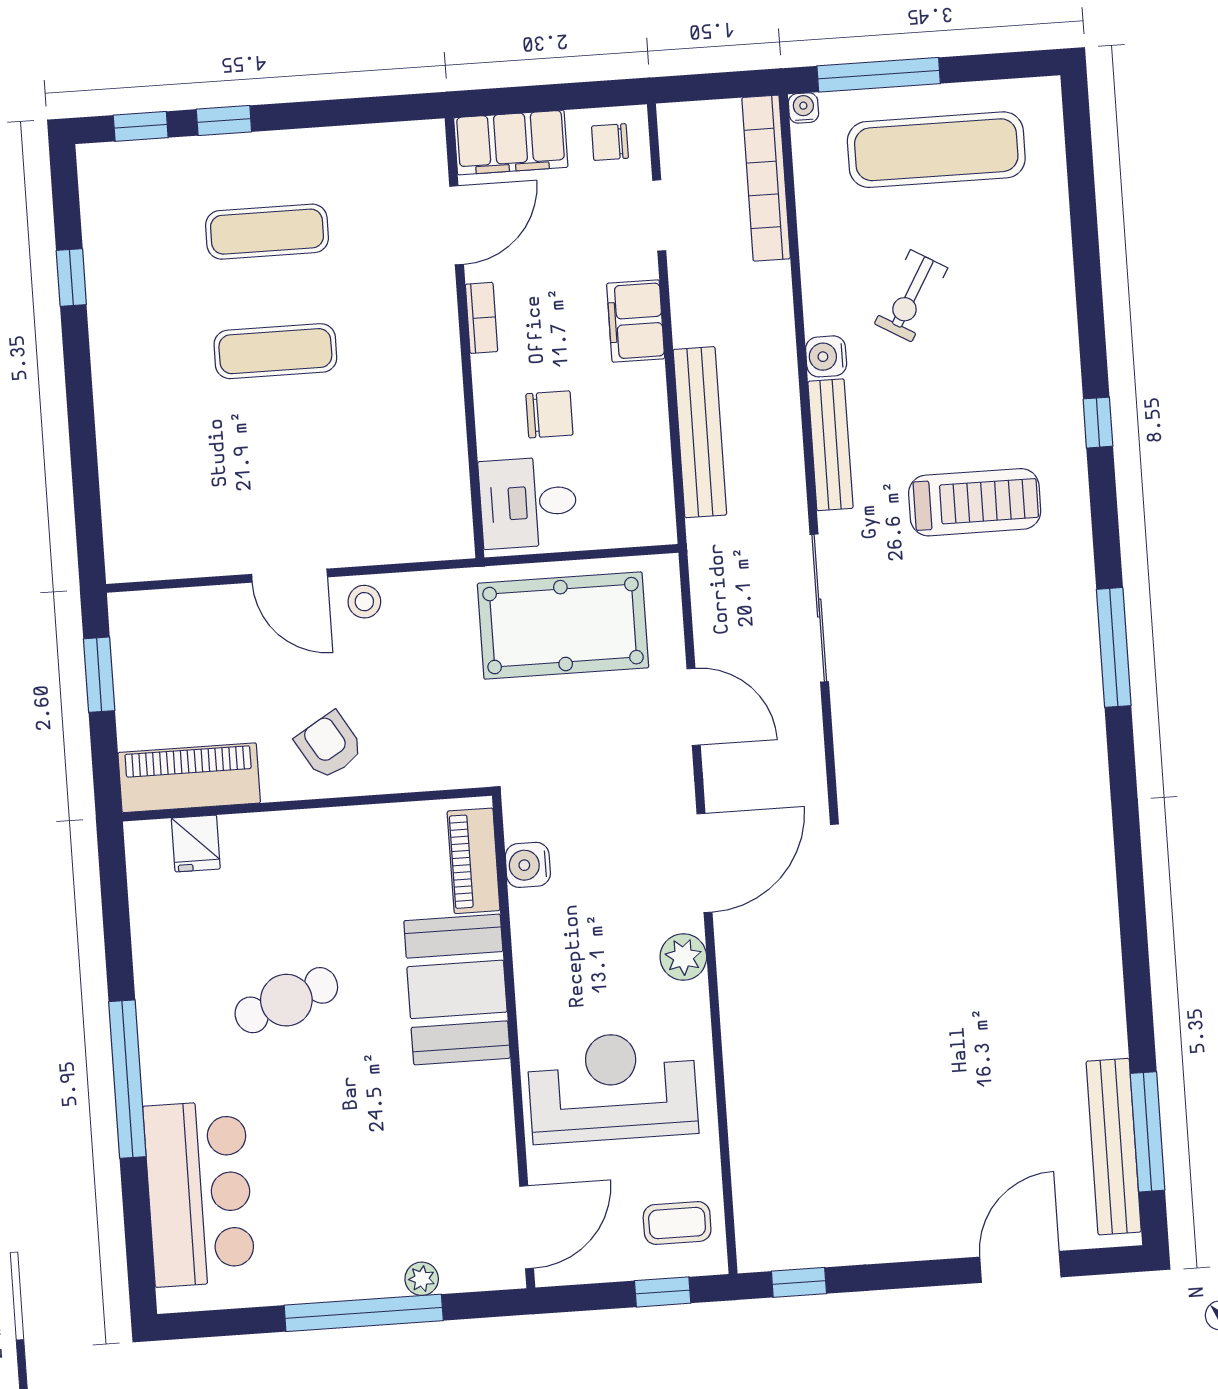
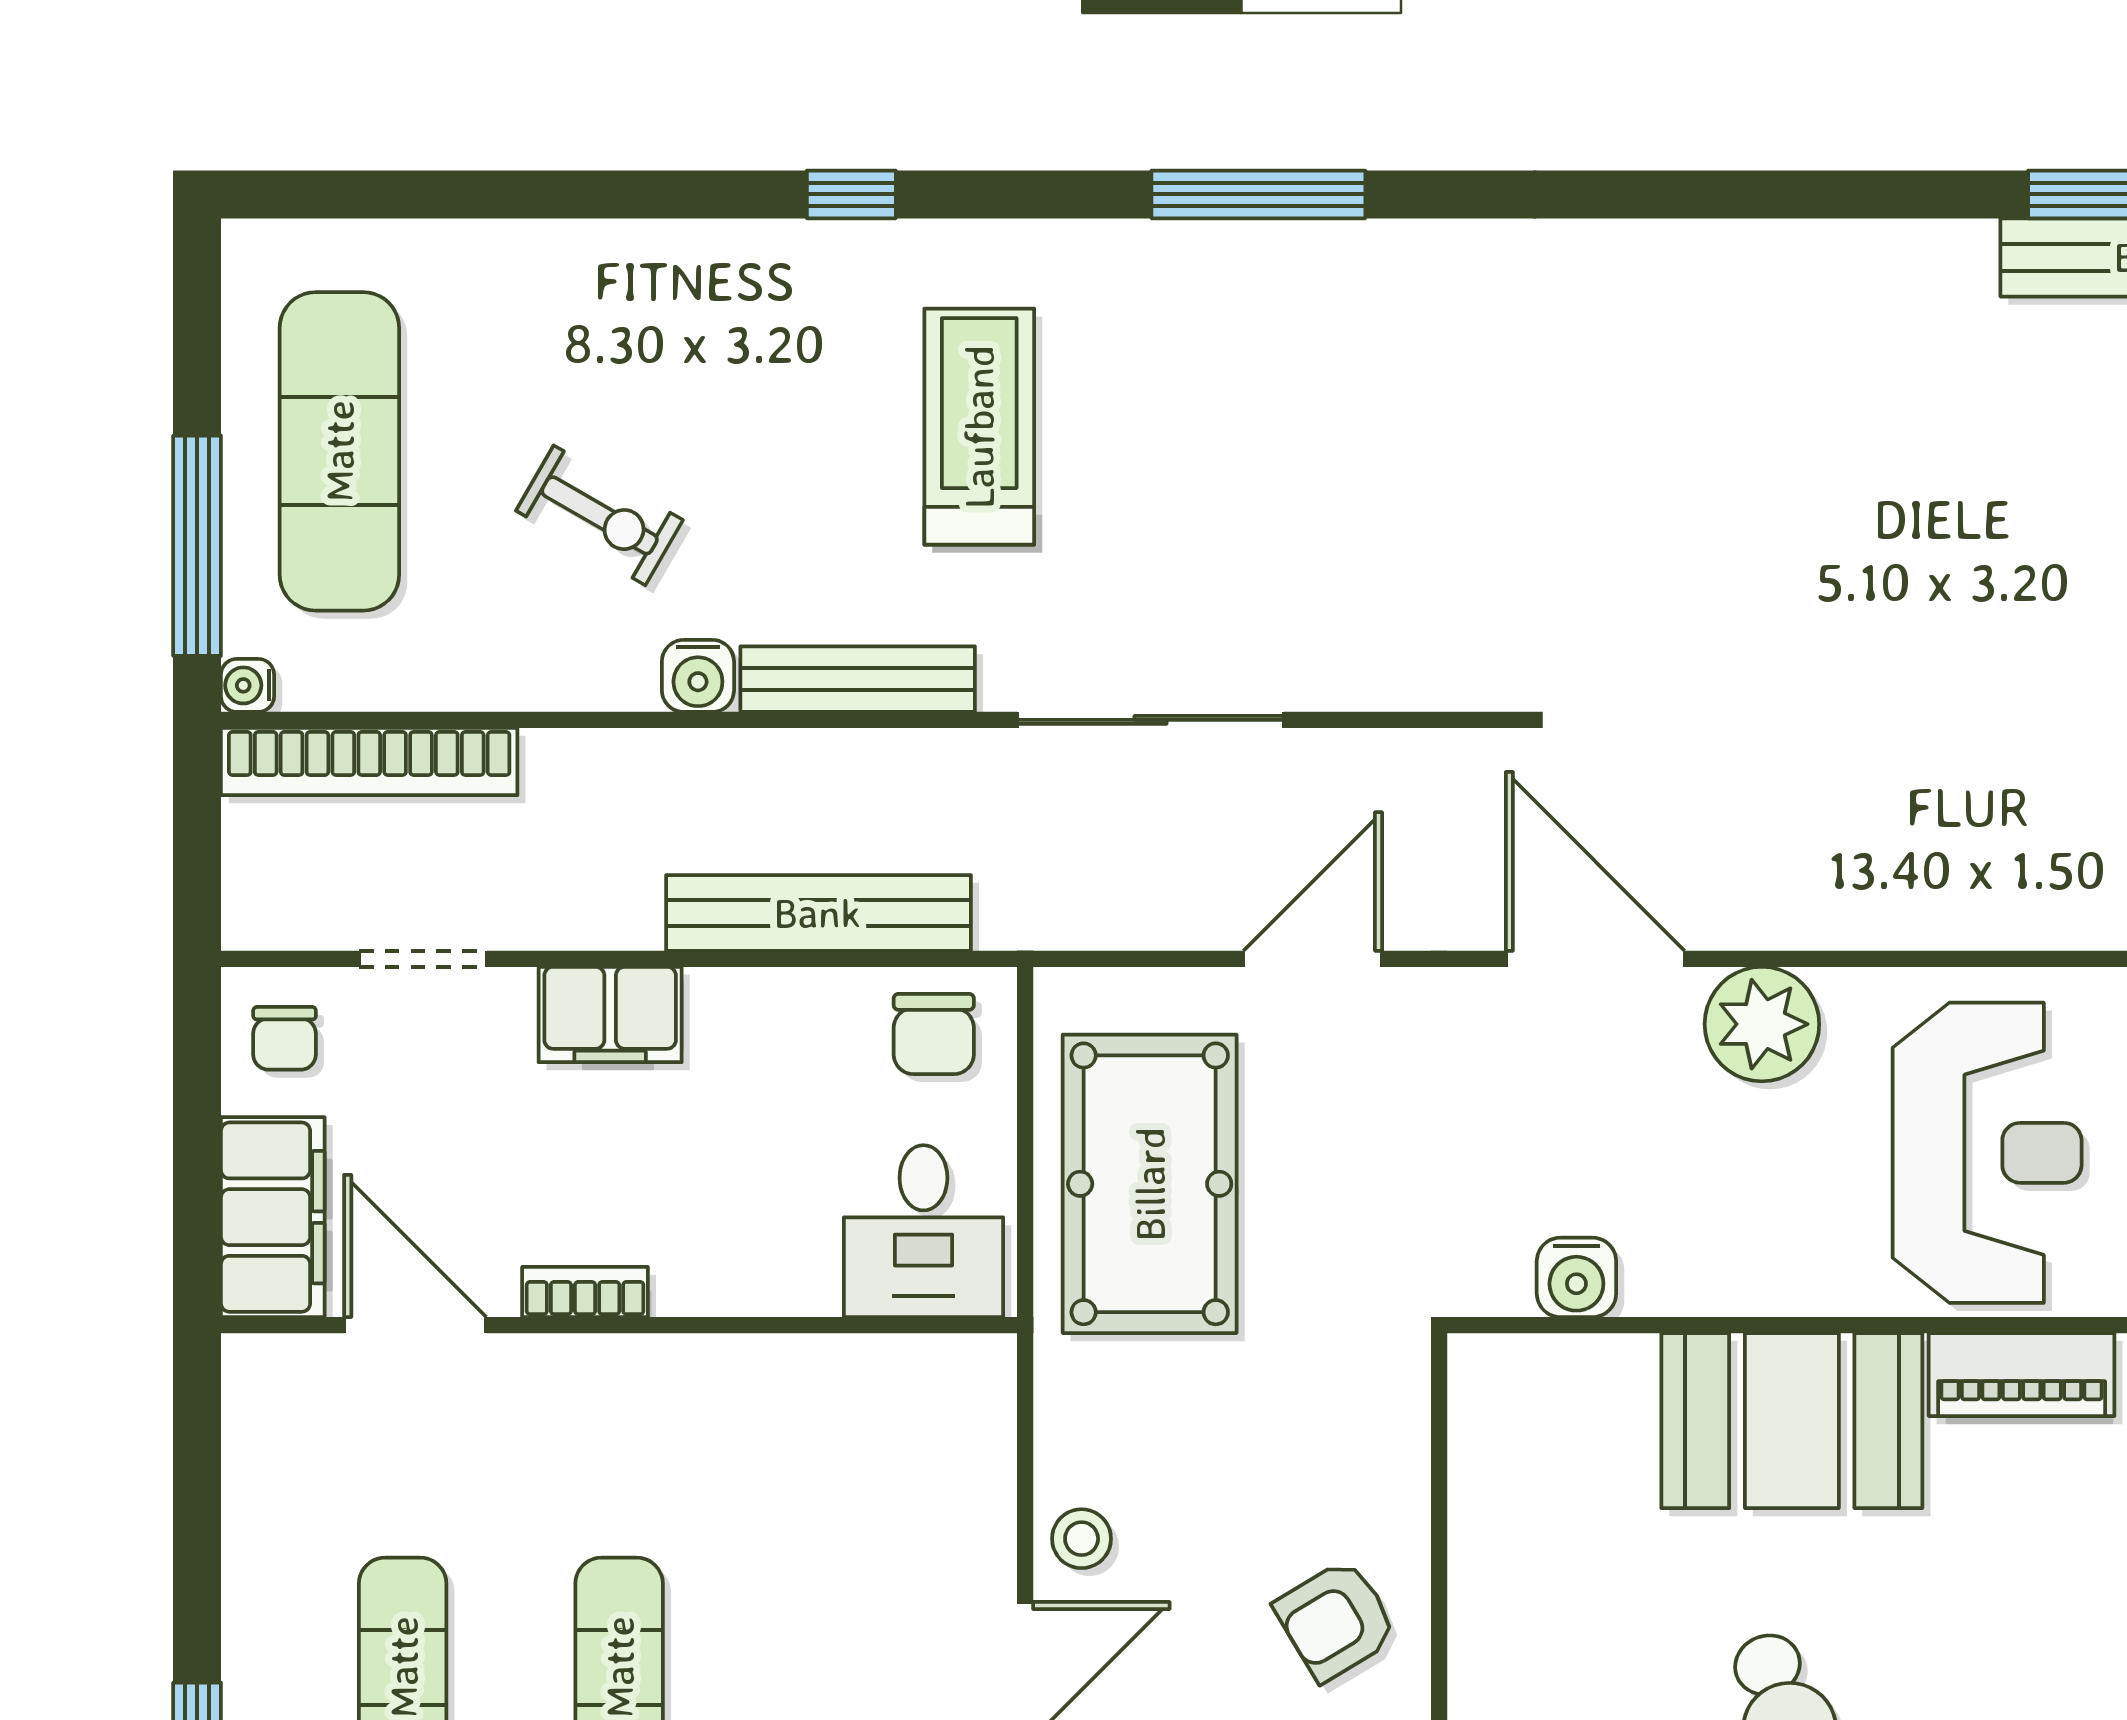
chair: (549, 414) -> (934, 1034), moved, turned 180
piano: (474, 861) -> (2022, 1375), moved
plant: (683, 957) -> (1762, 1024), width x1.36, depth x1.36
reception desk: (612, 1087) -> (1987, 1153), turned 180

